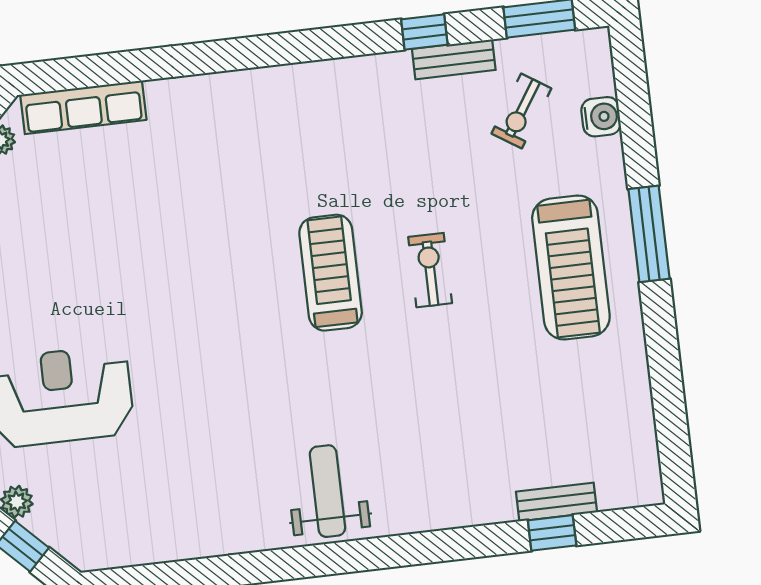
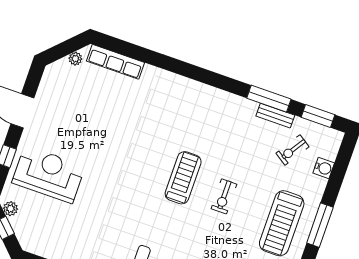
window: (424, 32) -> (269, 99), width x2.17
exercise bike: (430, 270) -> (224, 196), turned 180

